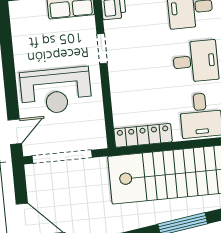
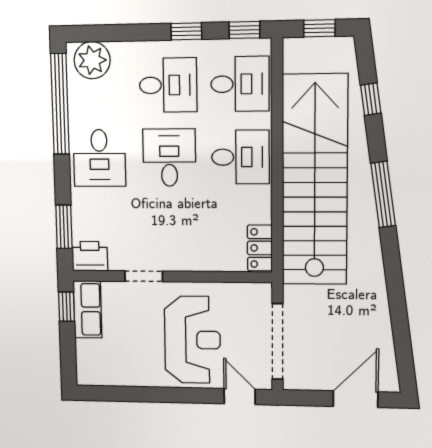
locker: (143, 135) -> (260, 248), width x0.66

